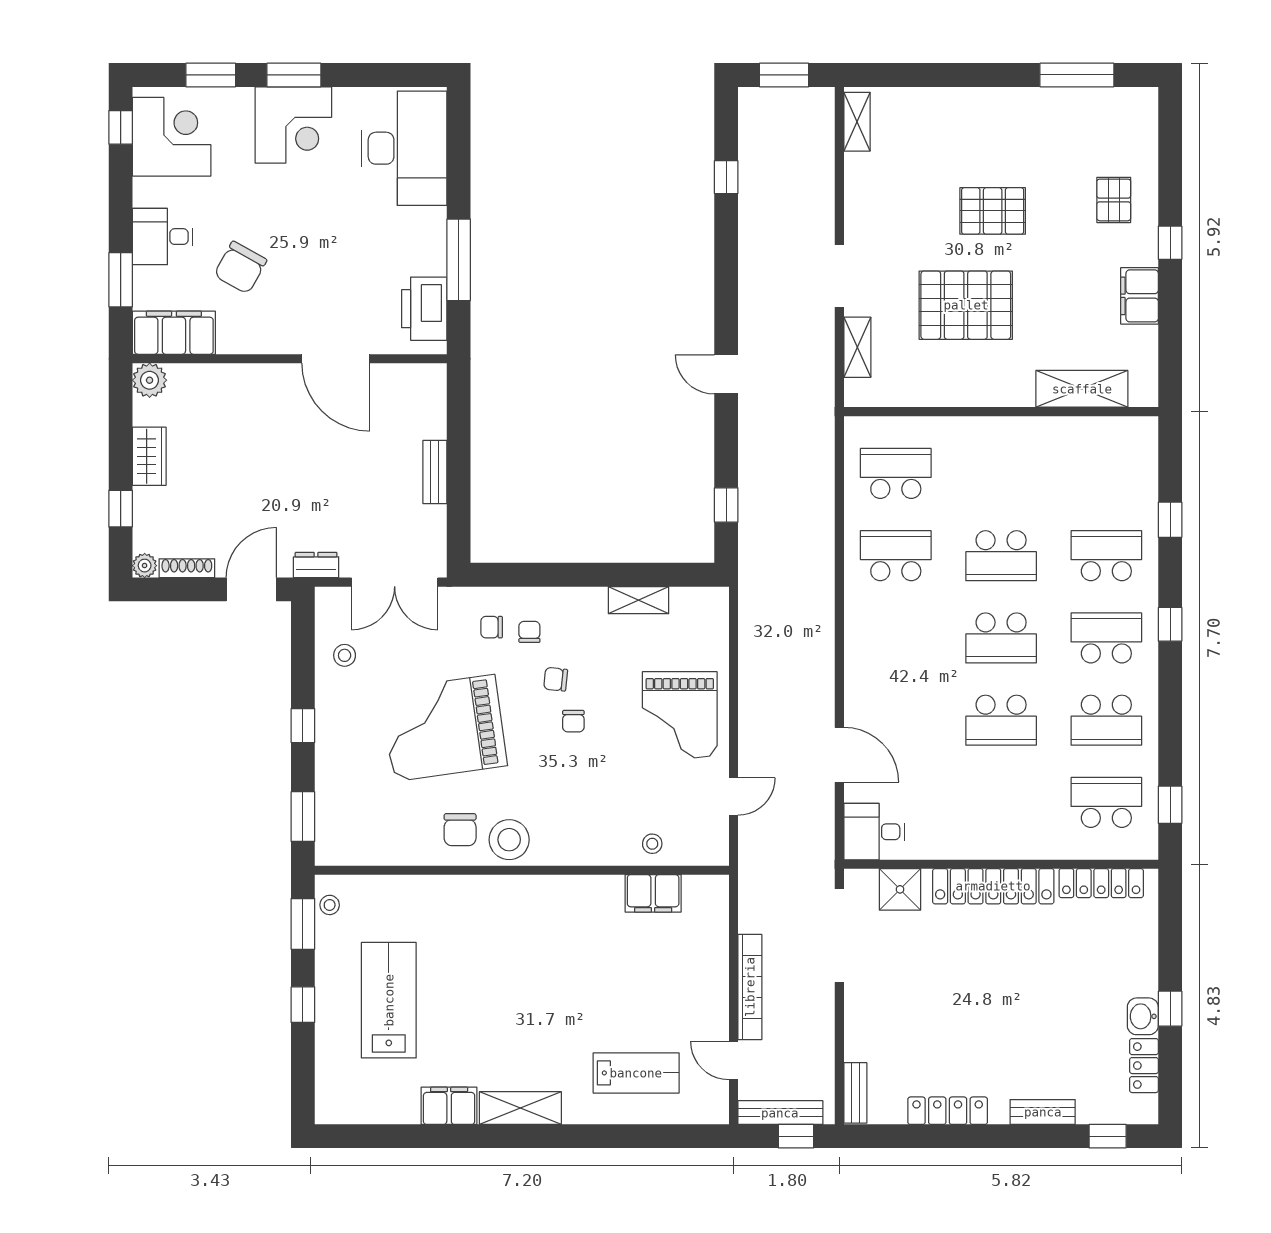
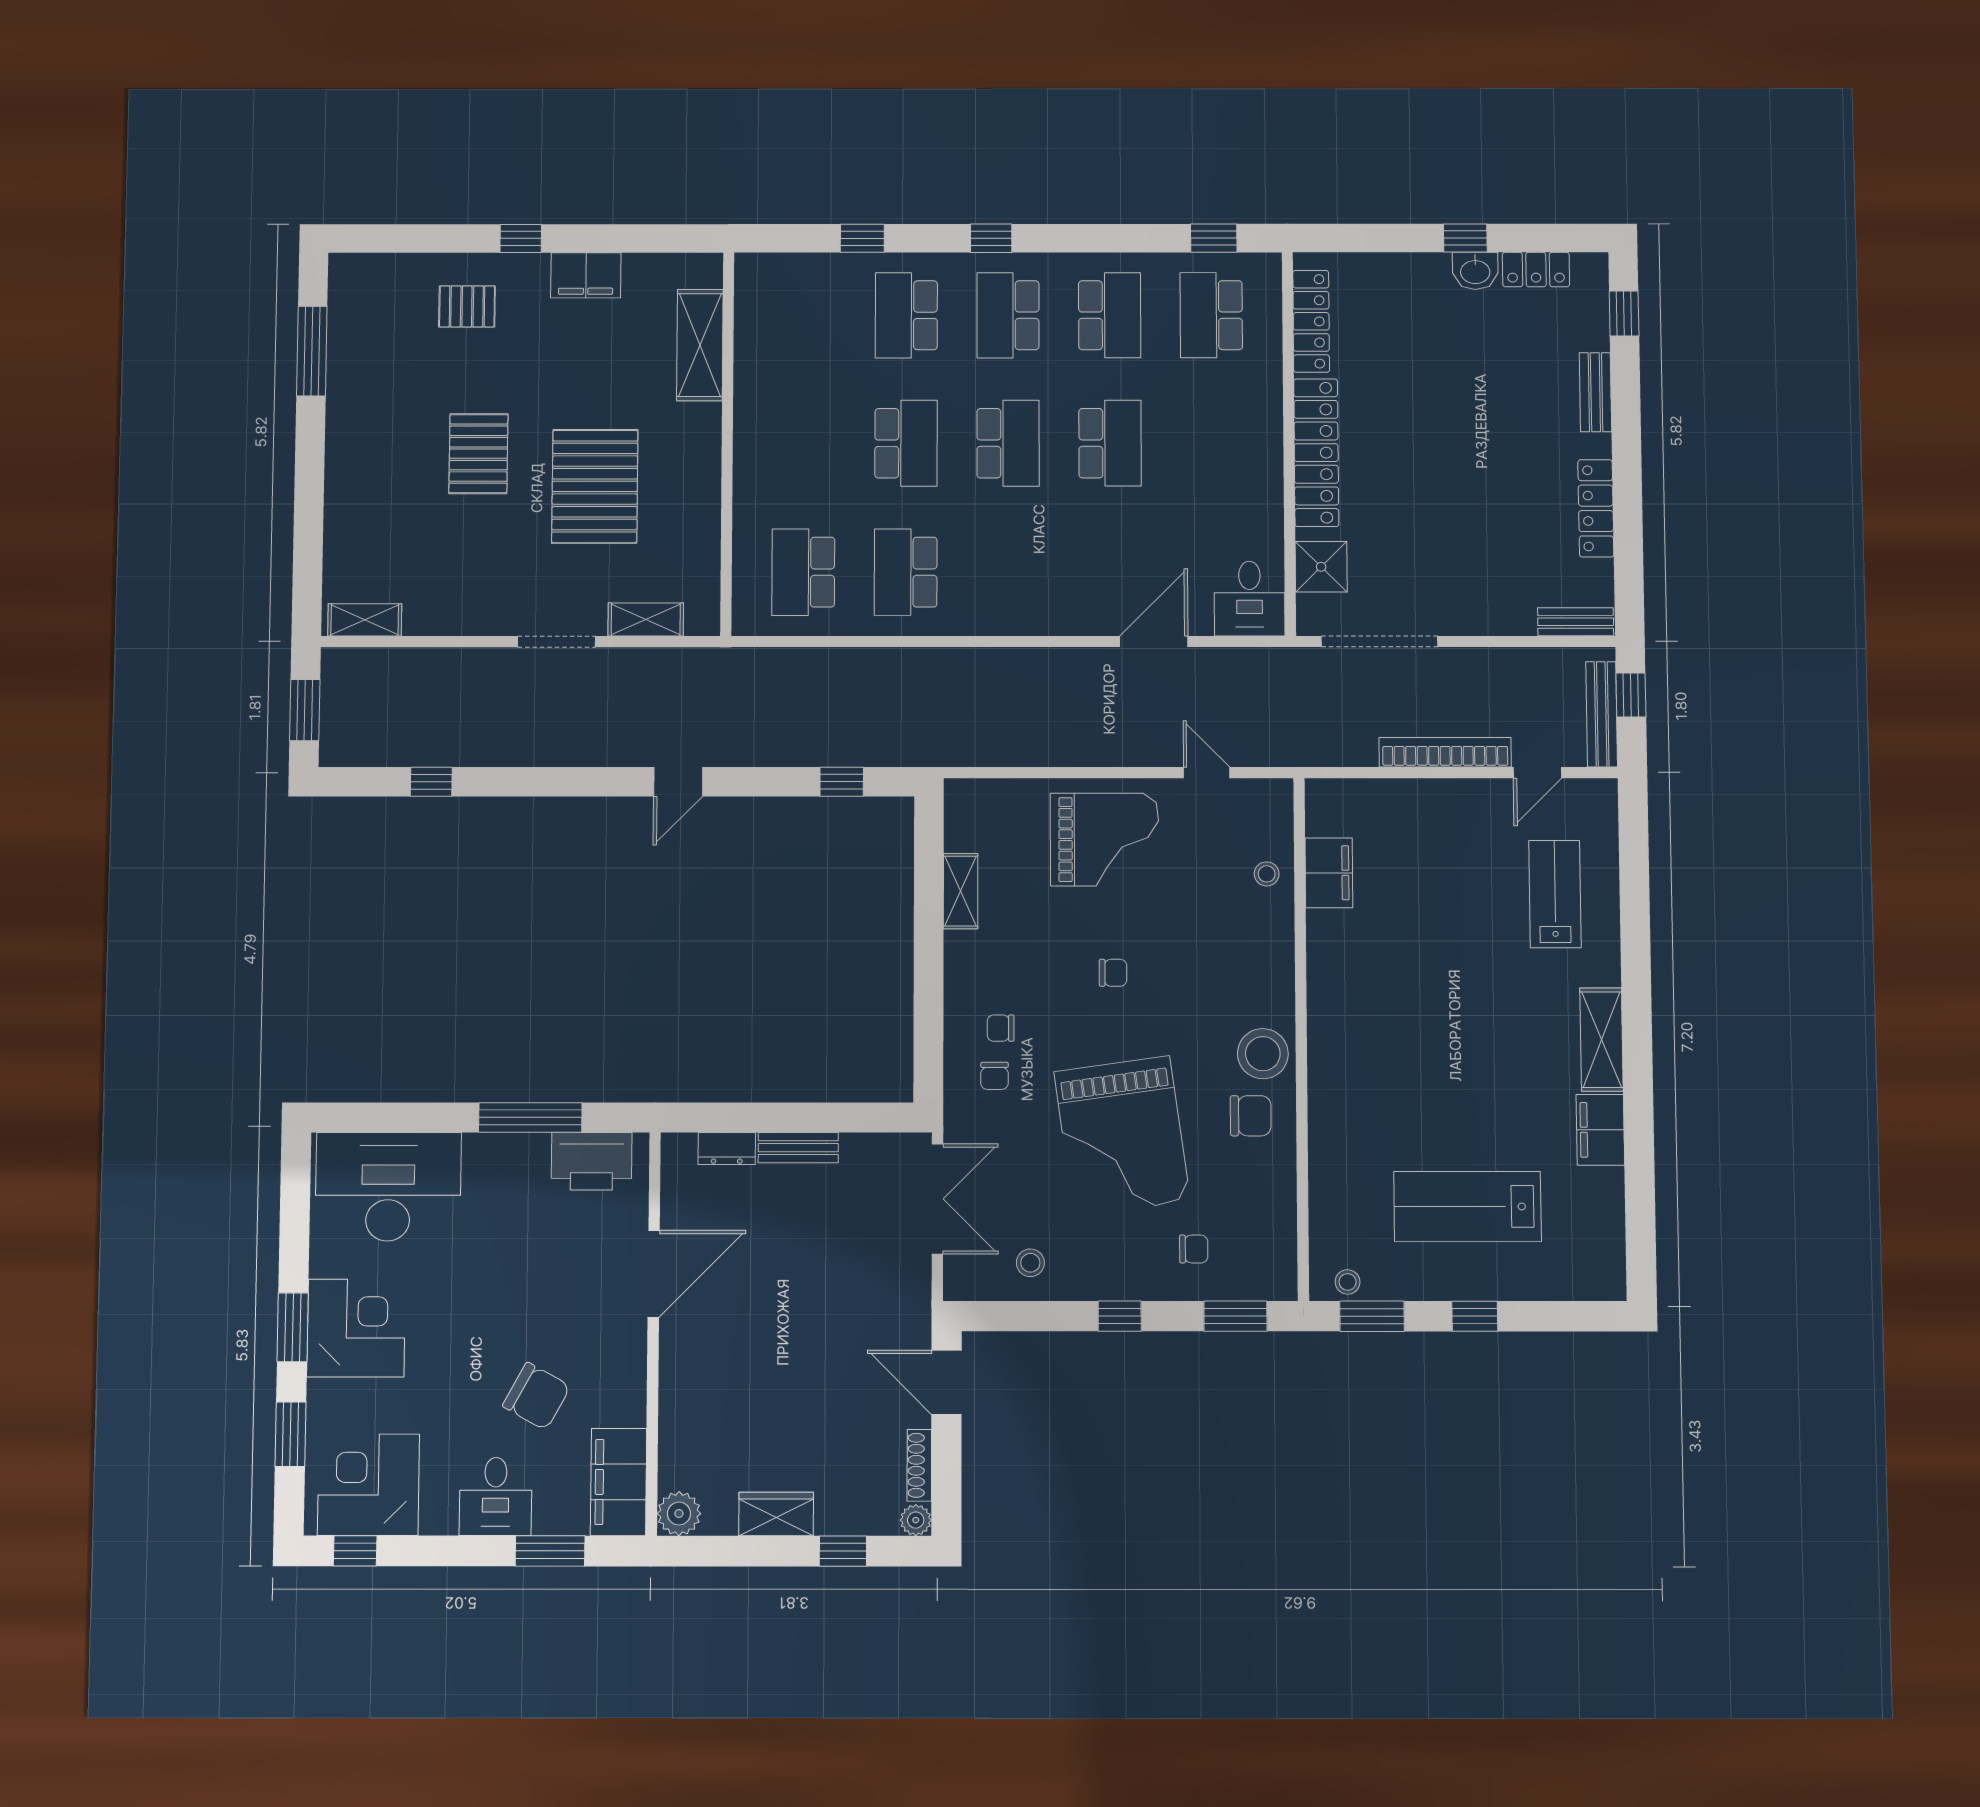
dresser: (316, 565) -> (727, 1149), moved, turned -90
chair: (556, 679) -> (1194, 1249), moved, turned -96

